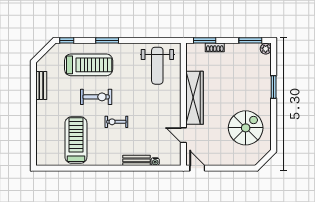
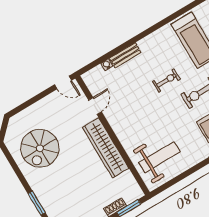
weight bench: (157, 66) -> (159, 157), turned 90
door: (183, 135) -> (95, 106), hinge flipped

